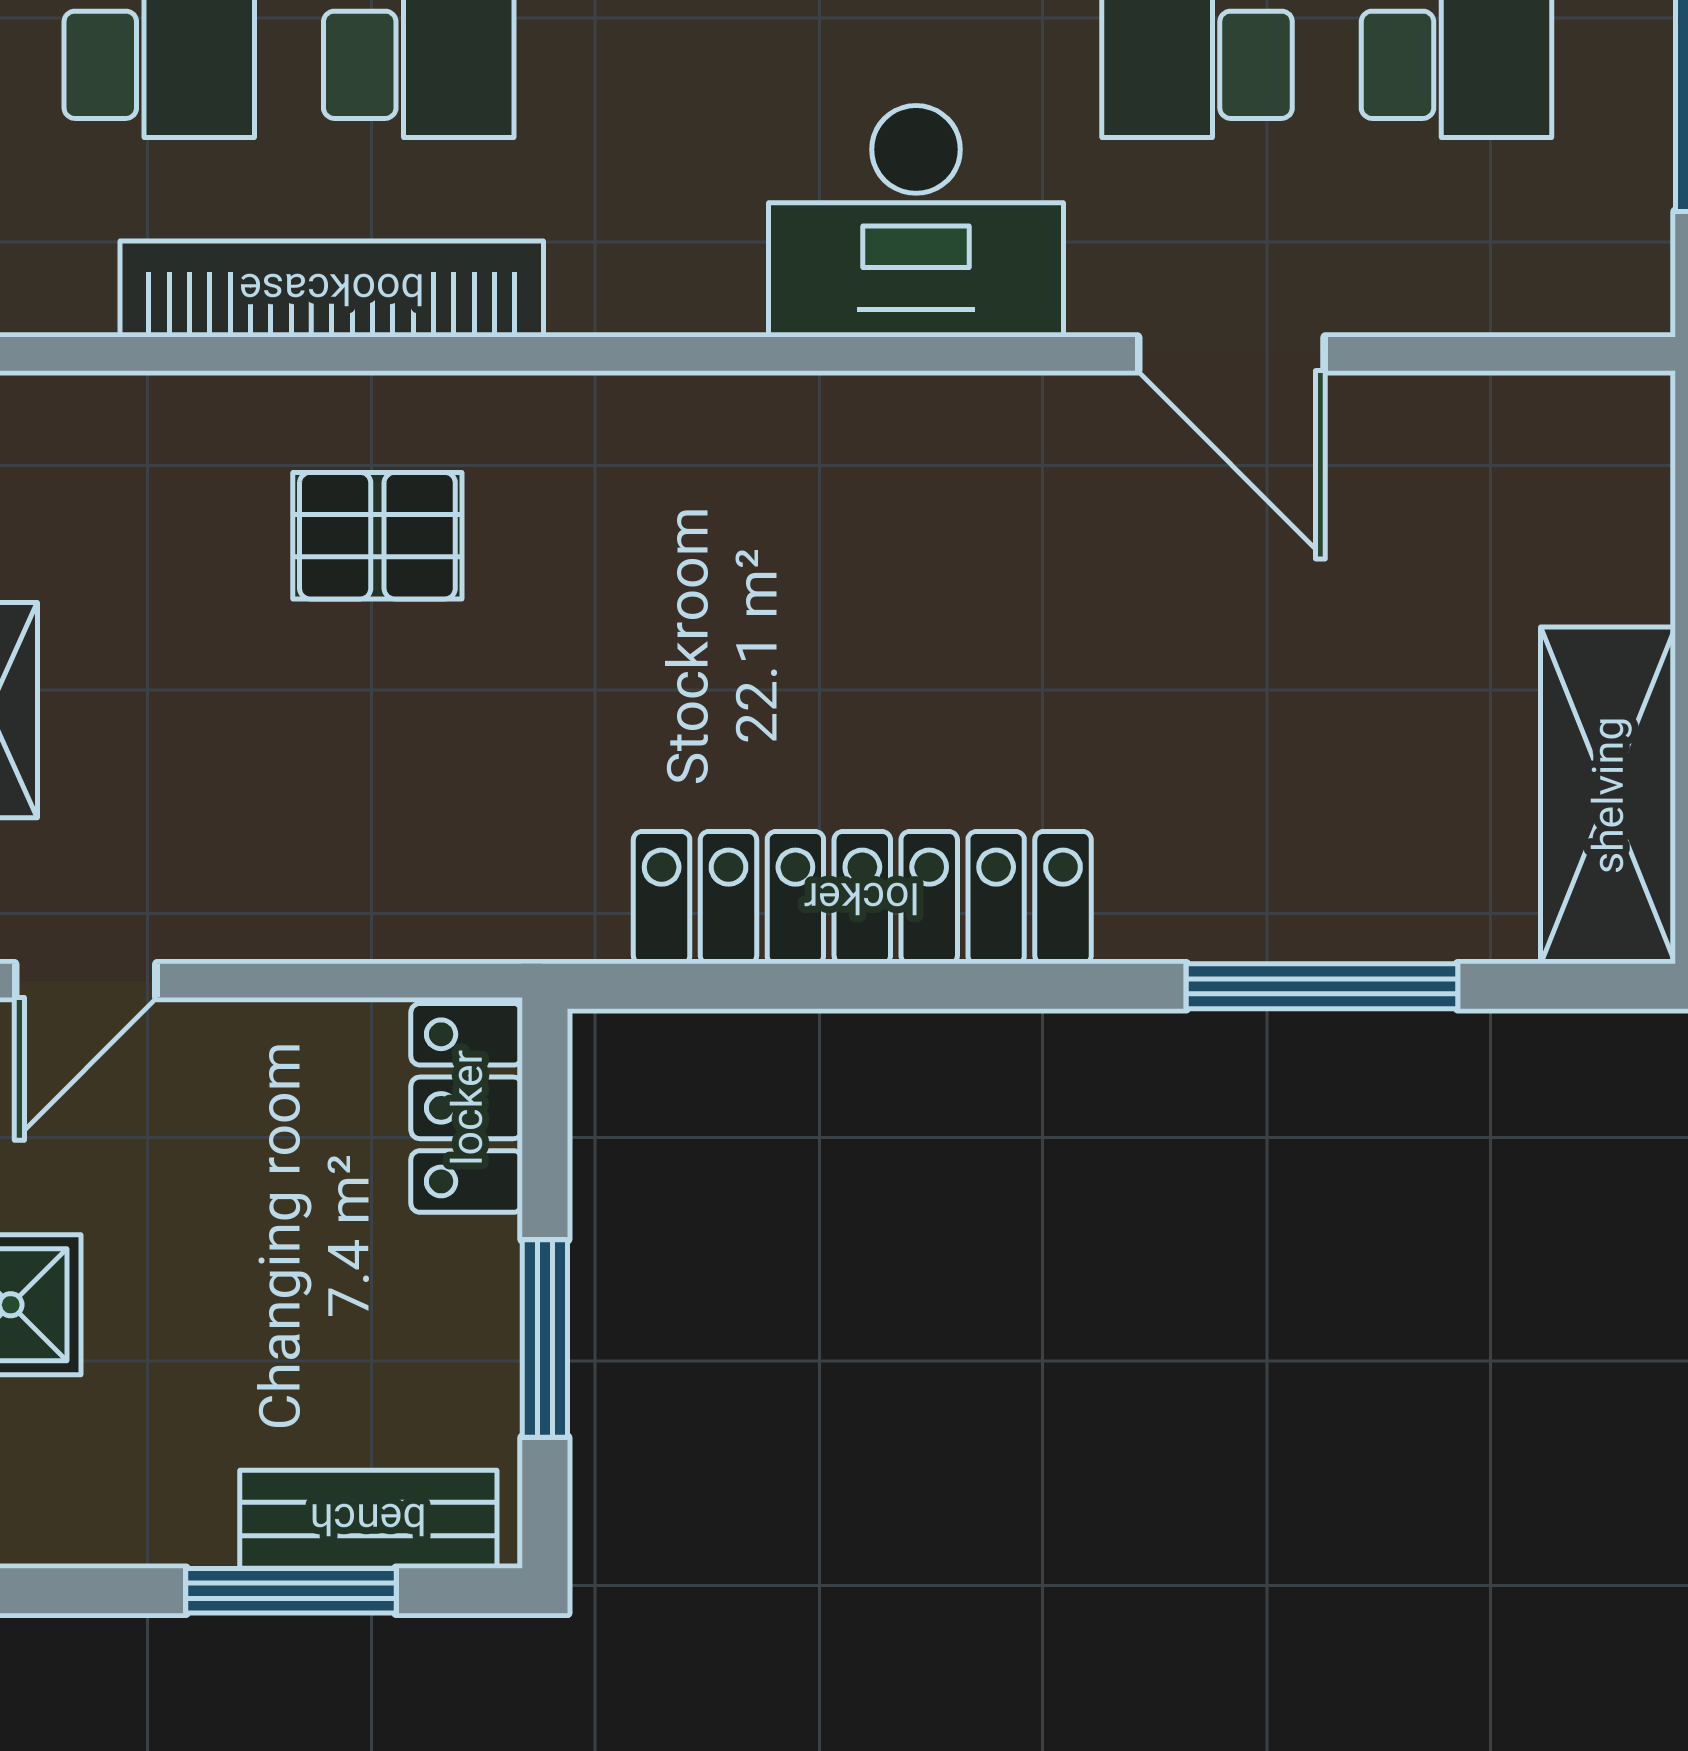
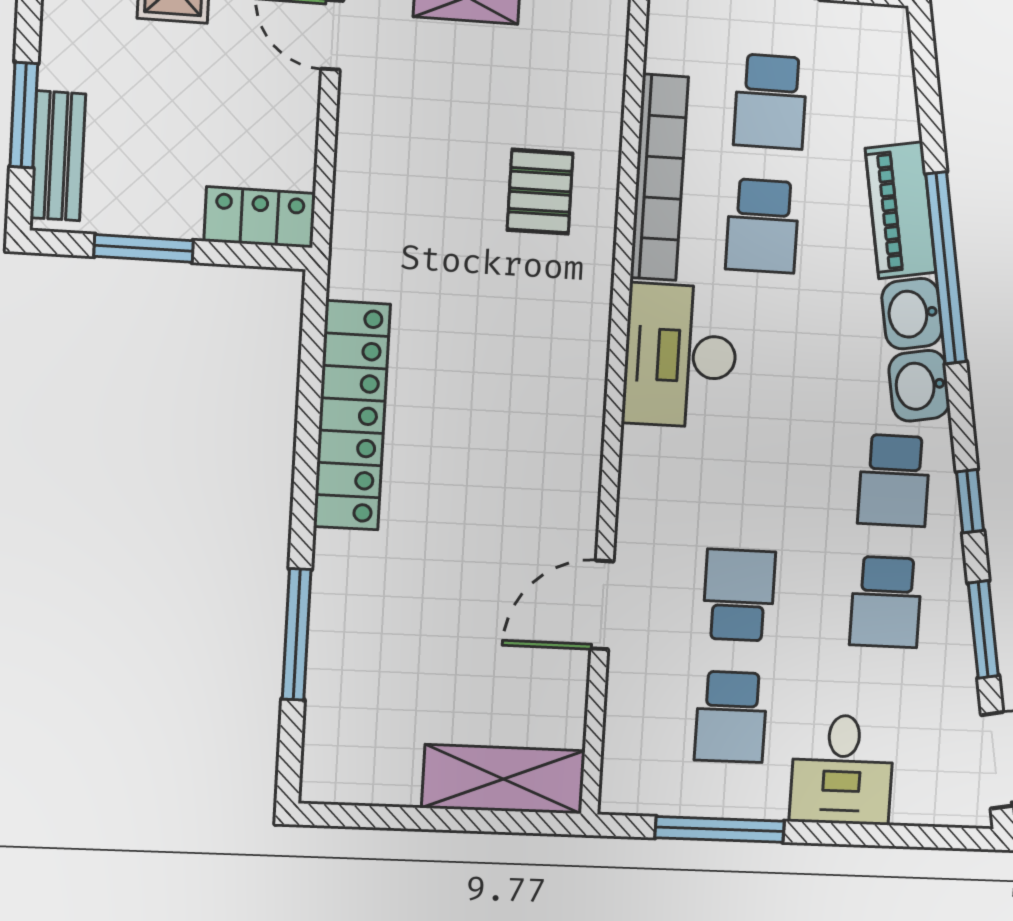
desk: (916, 221) -> (680, 356), moved
shelving: (1608, 795) -> (503, 779), moved

